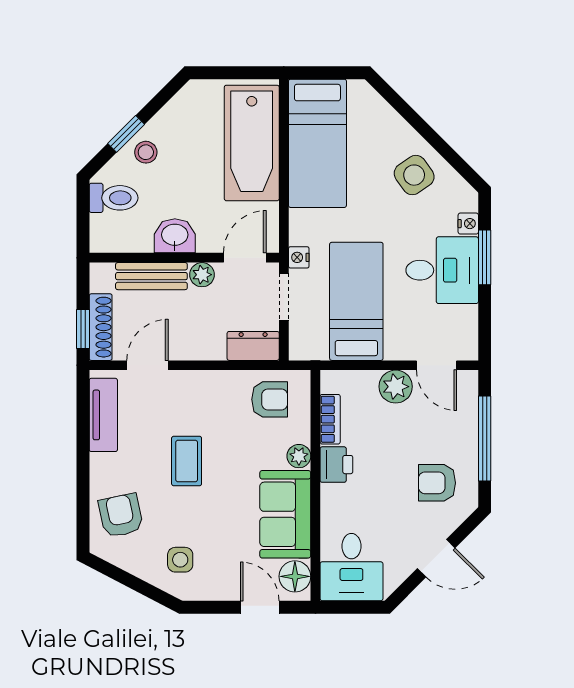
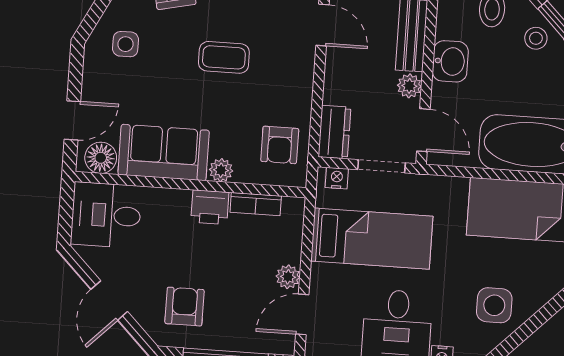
side table: (414, 175) -> (494, 305), turned 35
nightstand: (299, 257) -> (337, 178), moved
plant: (396, 387) -> (288, 277), width x0.73, depth x0.73

